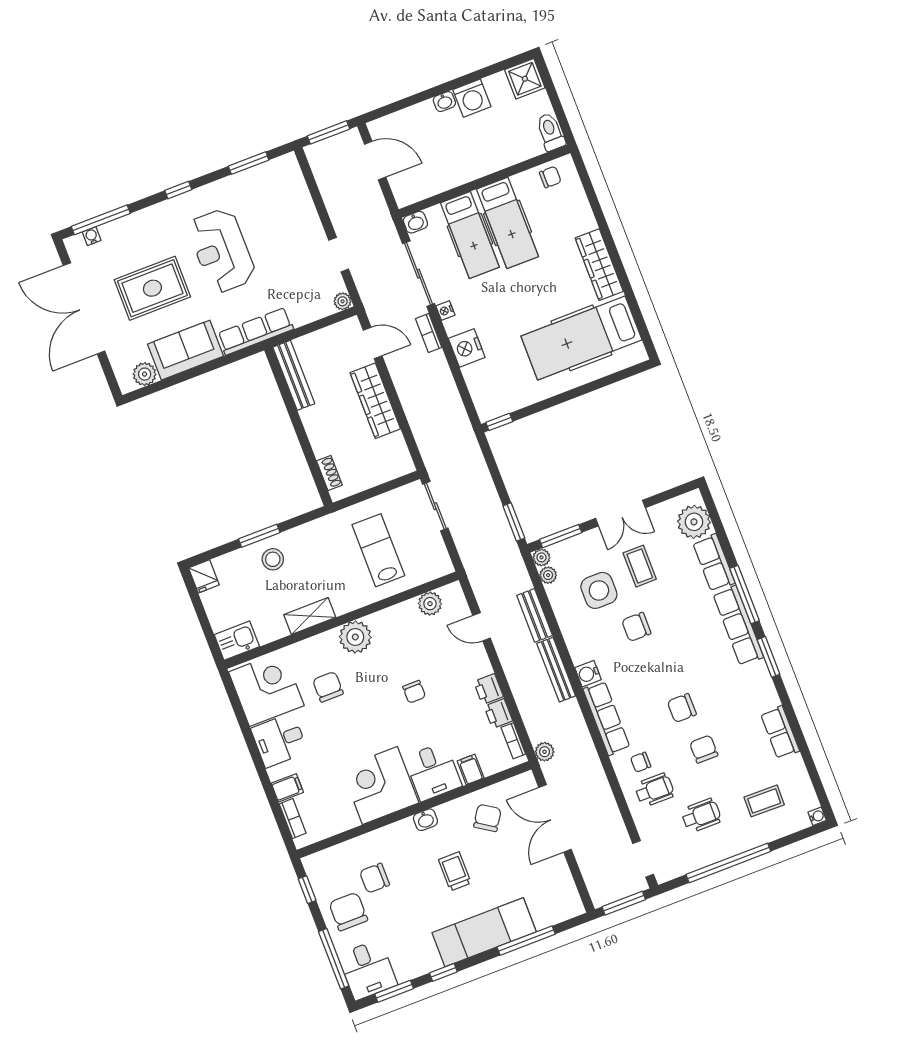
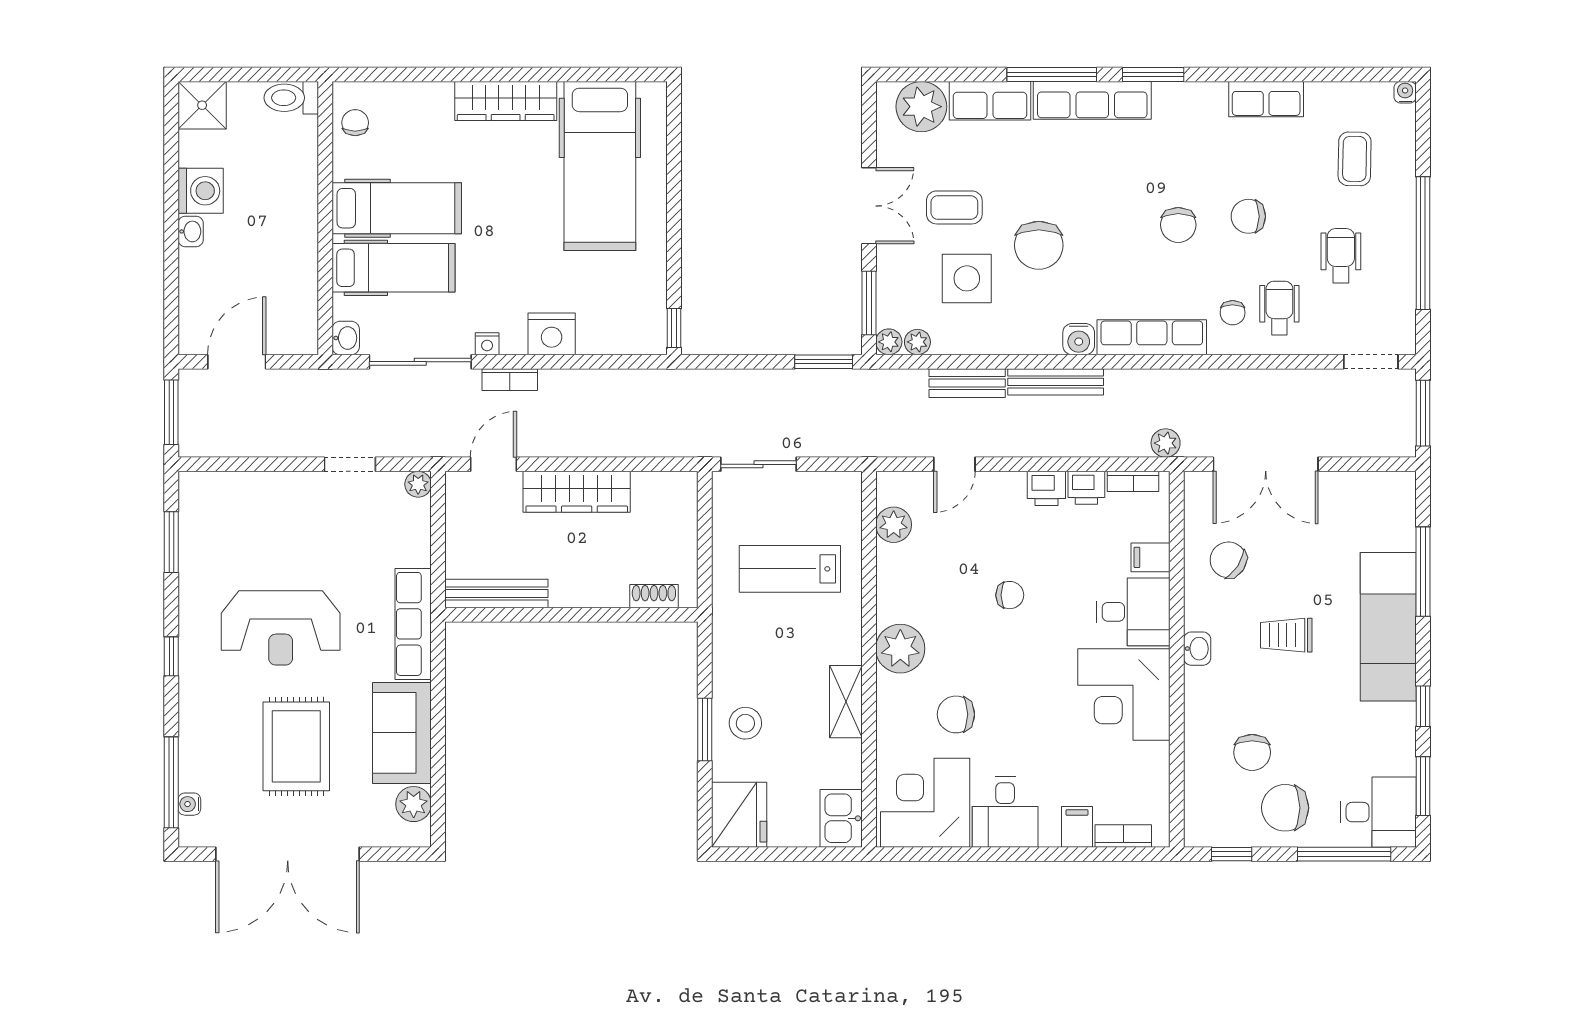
fridge: (204, 576) -> (739, 815), width x1.88, depth x1.34
chair: (636, 627) -> (1039, 245), width x1.37, depth x1.37

